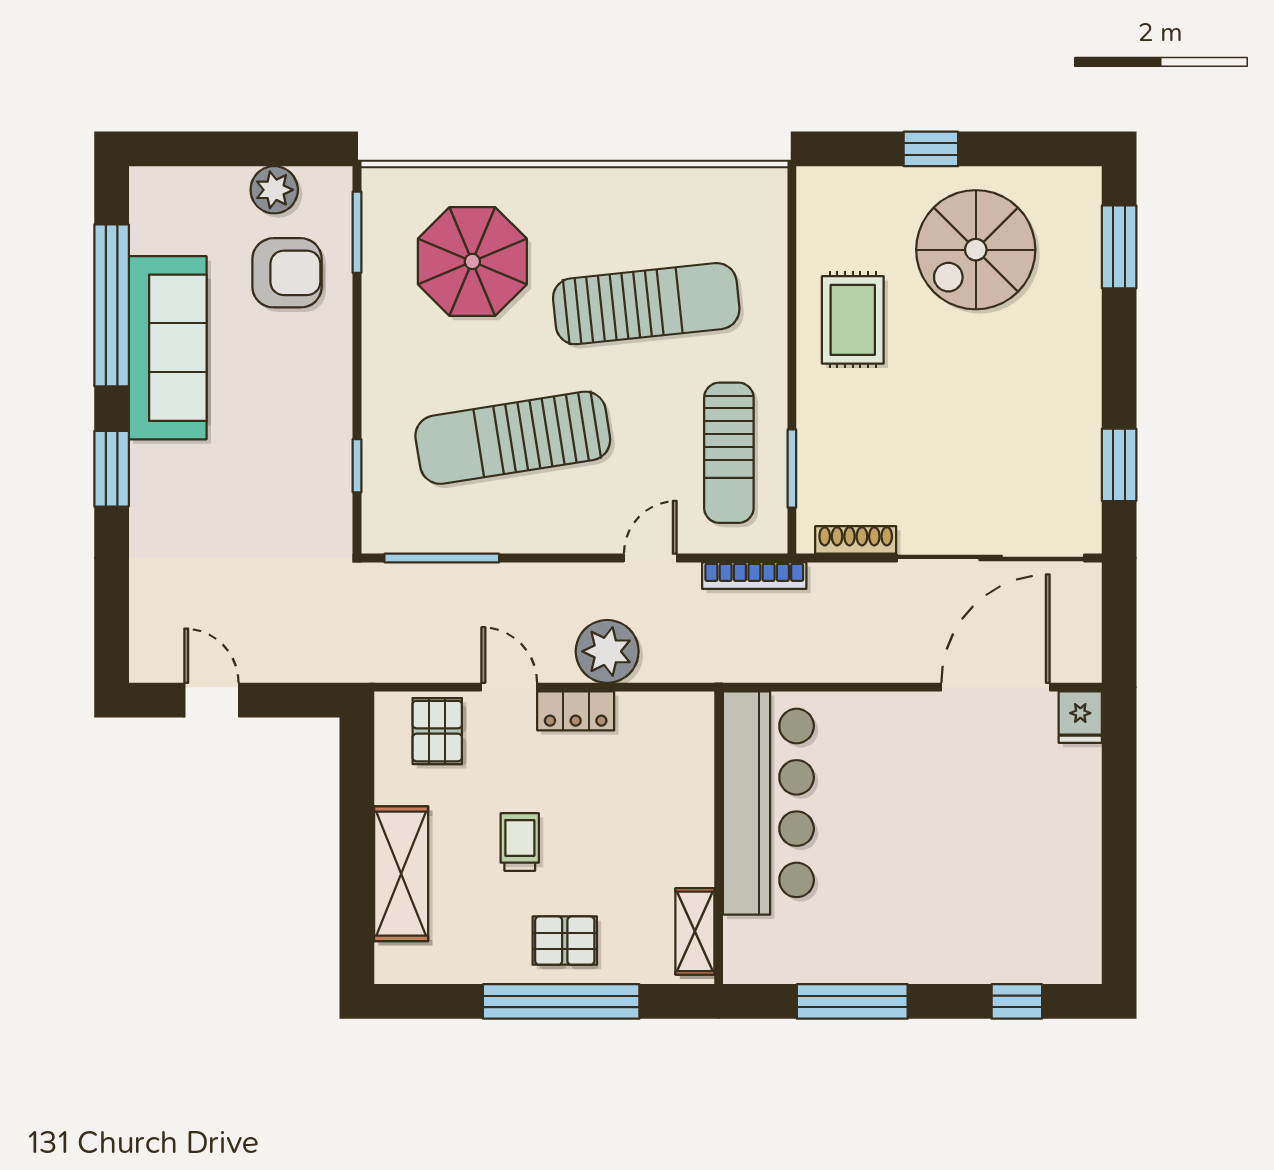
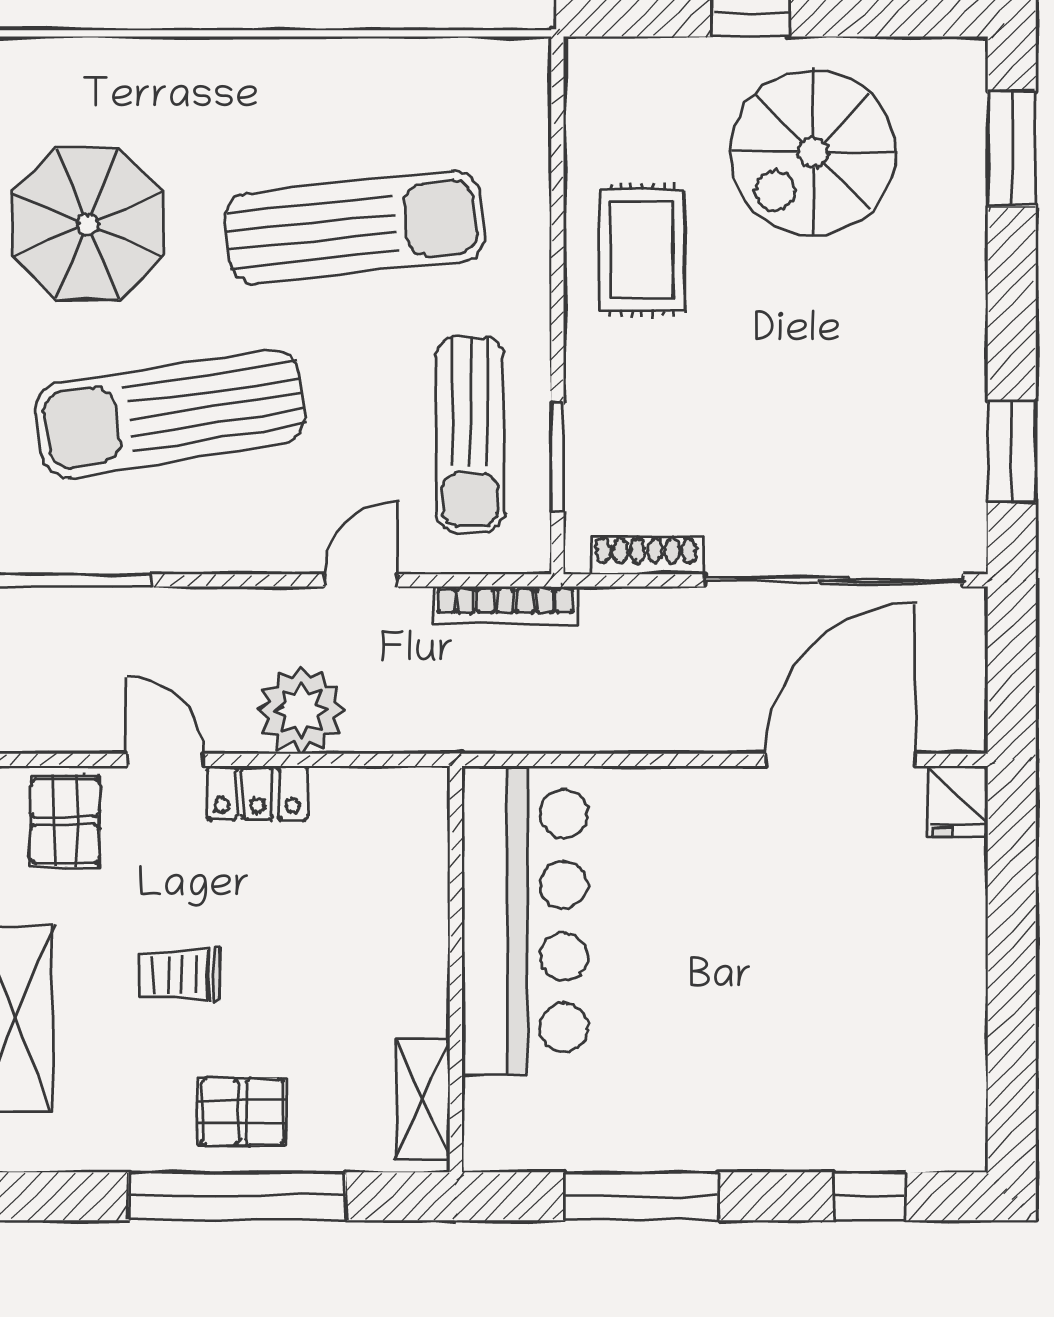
parasol: (472, 261) -> (87, 224), moved
trolley: (520, 842) -> (180, 975), turned -90

